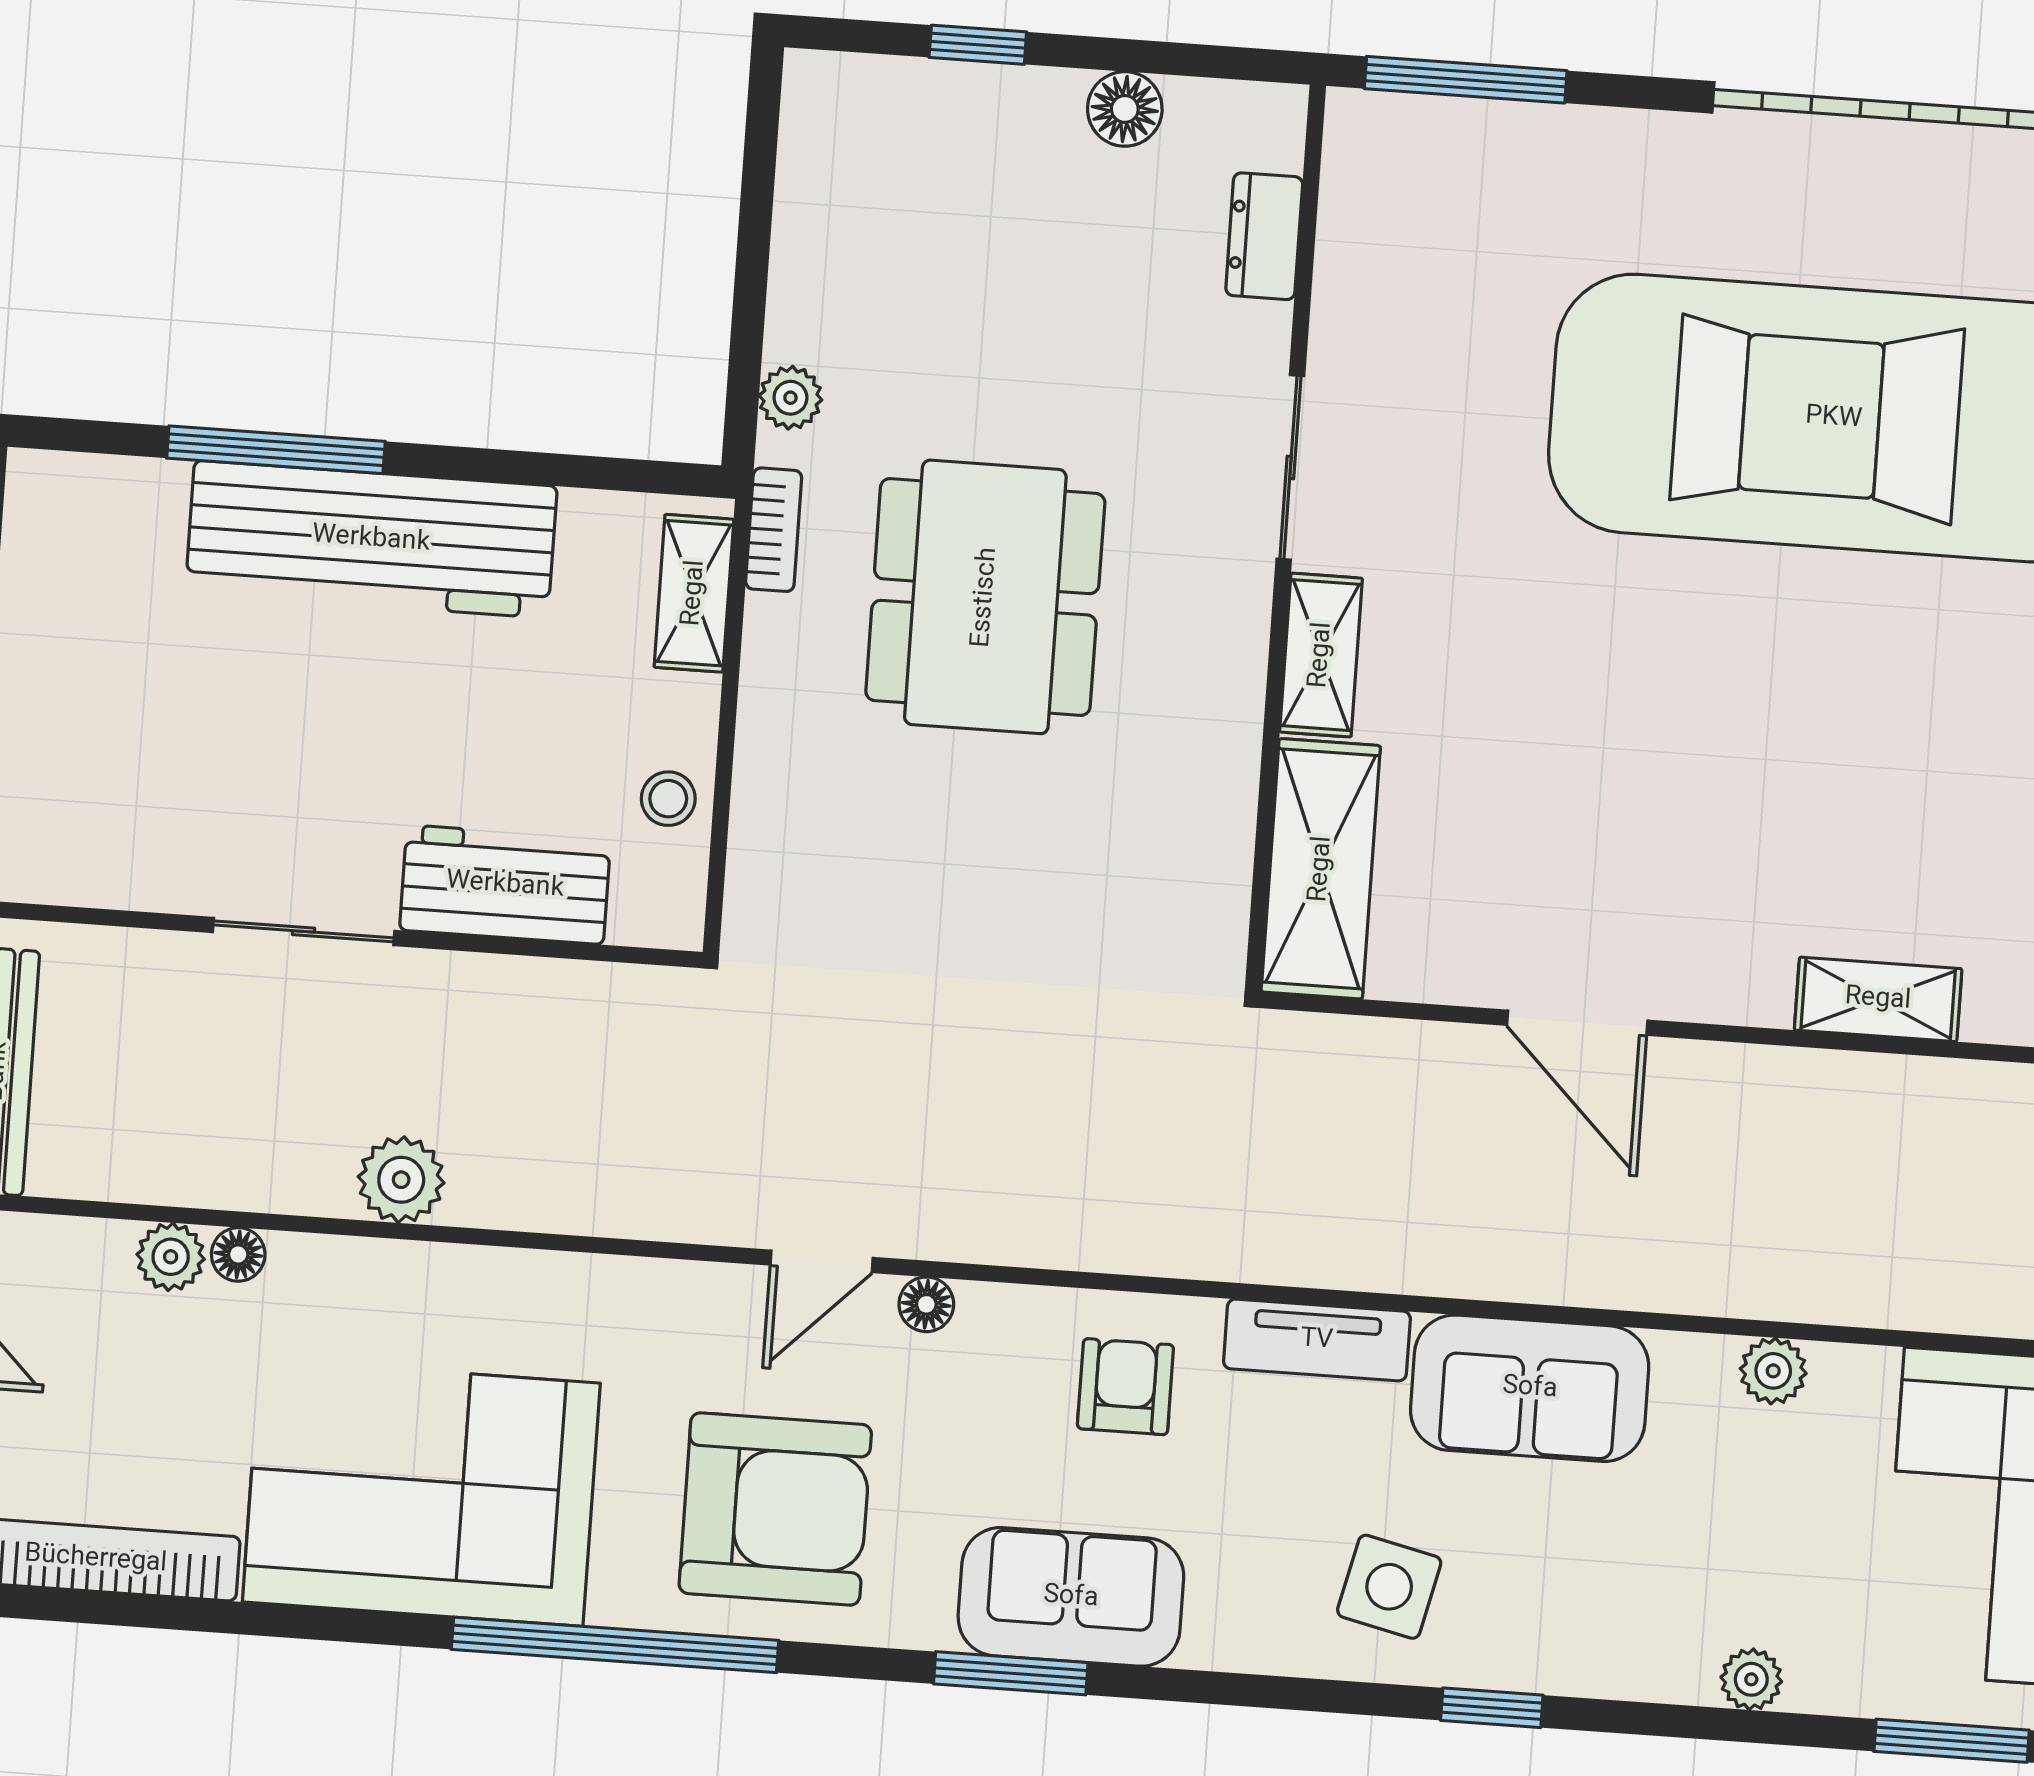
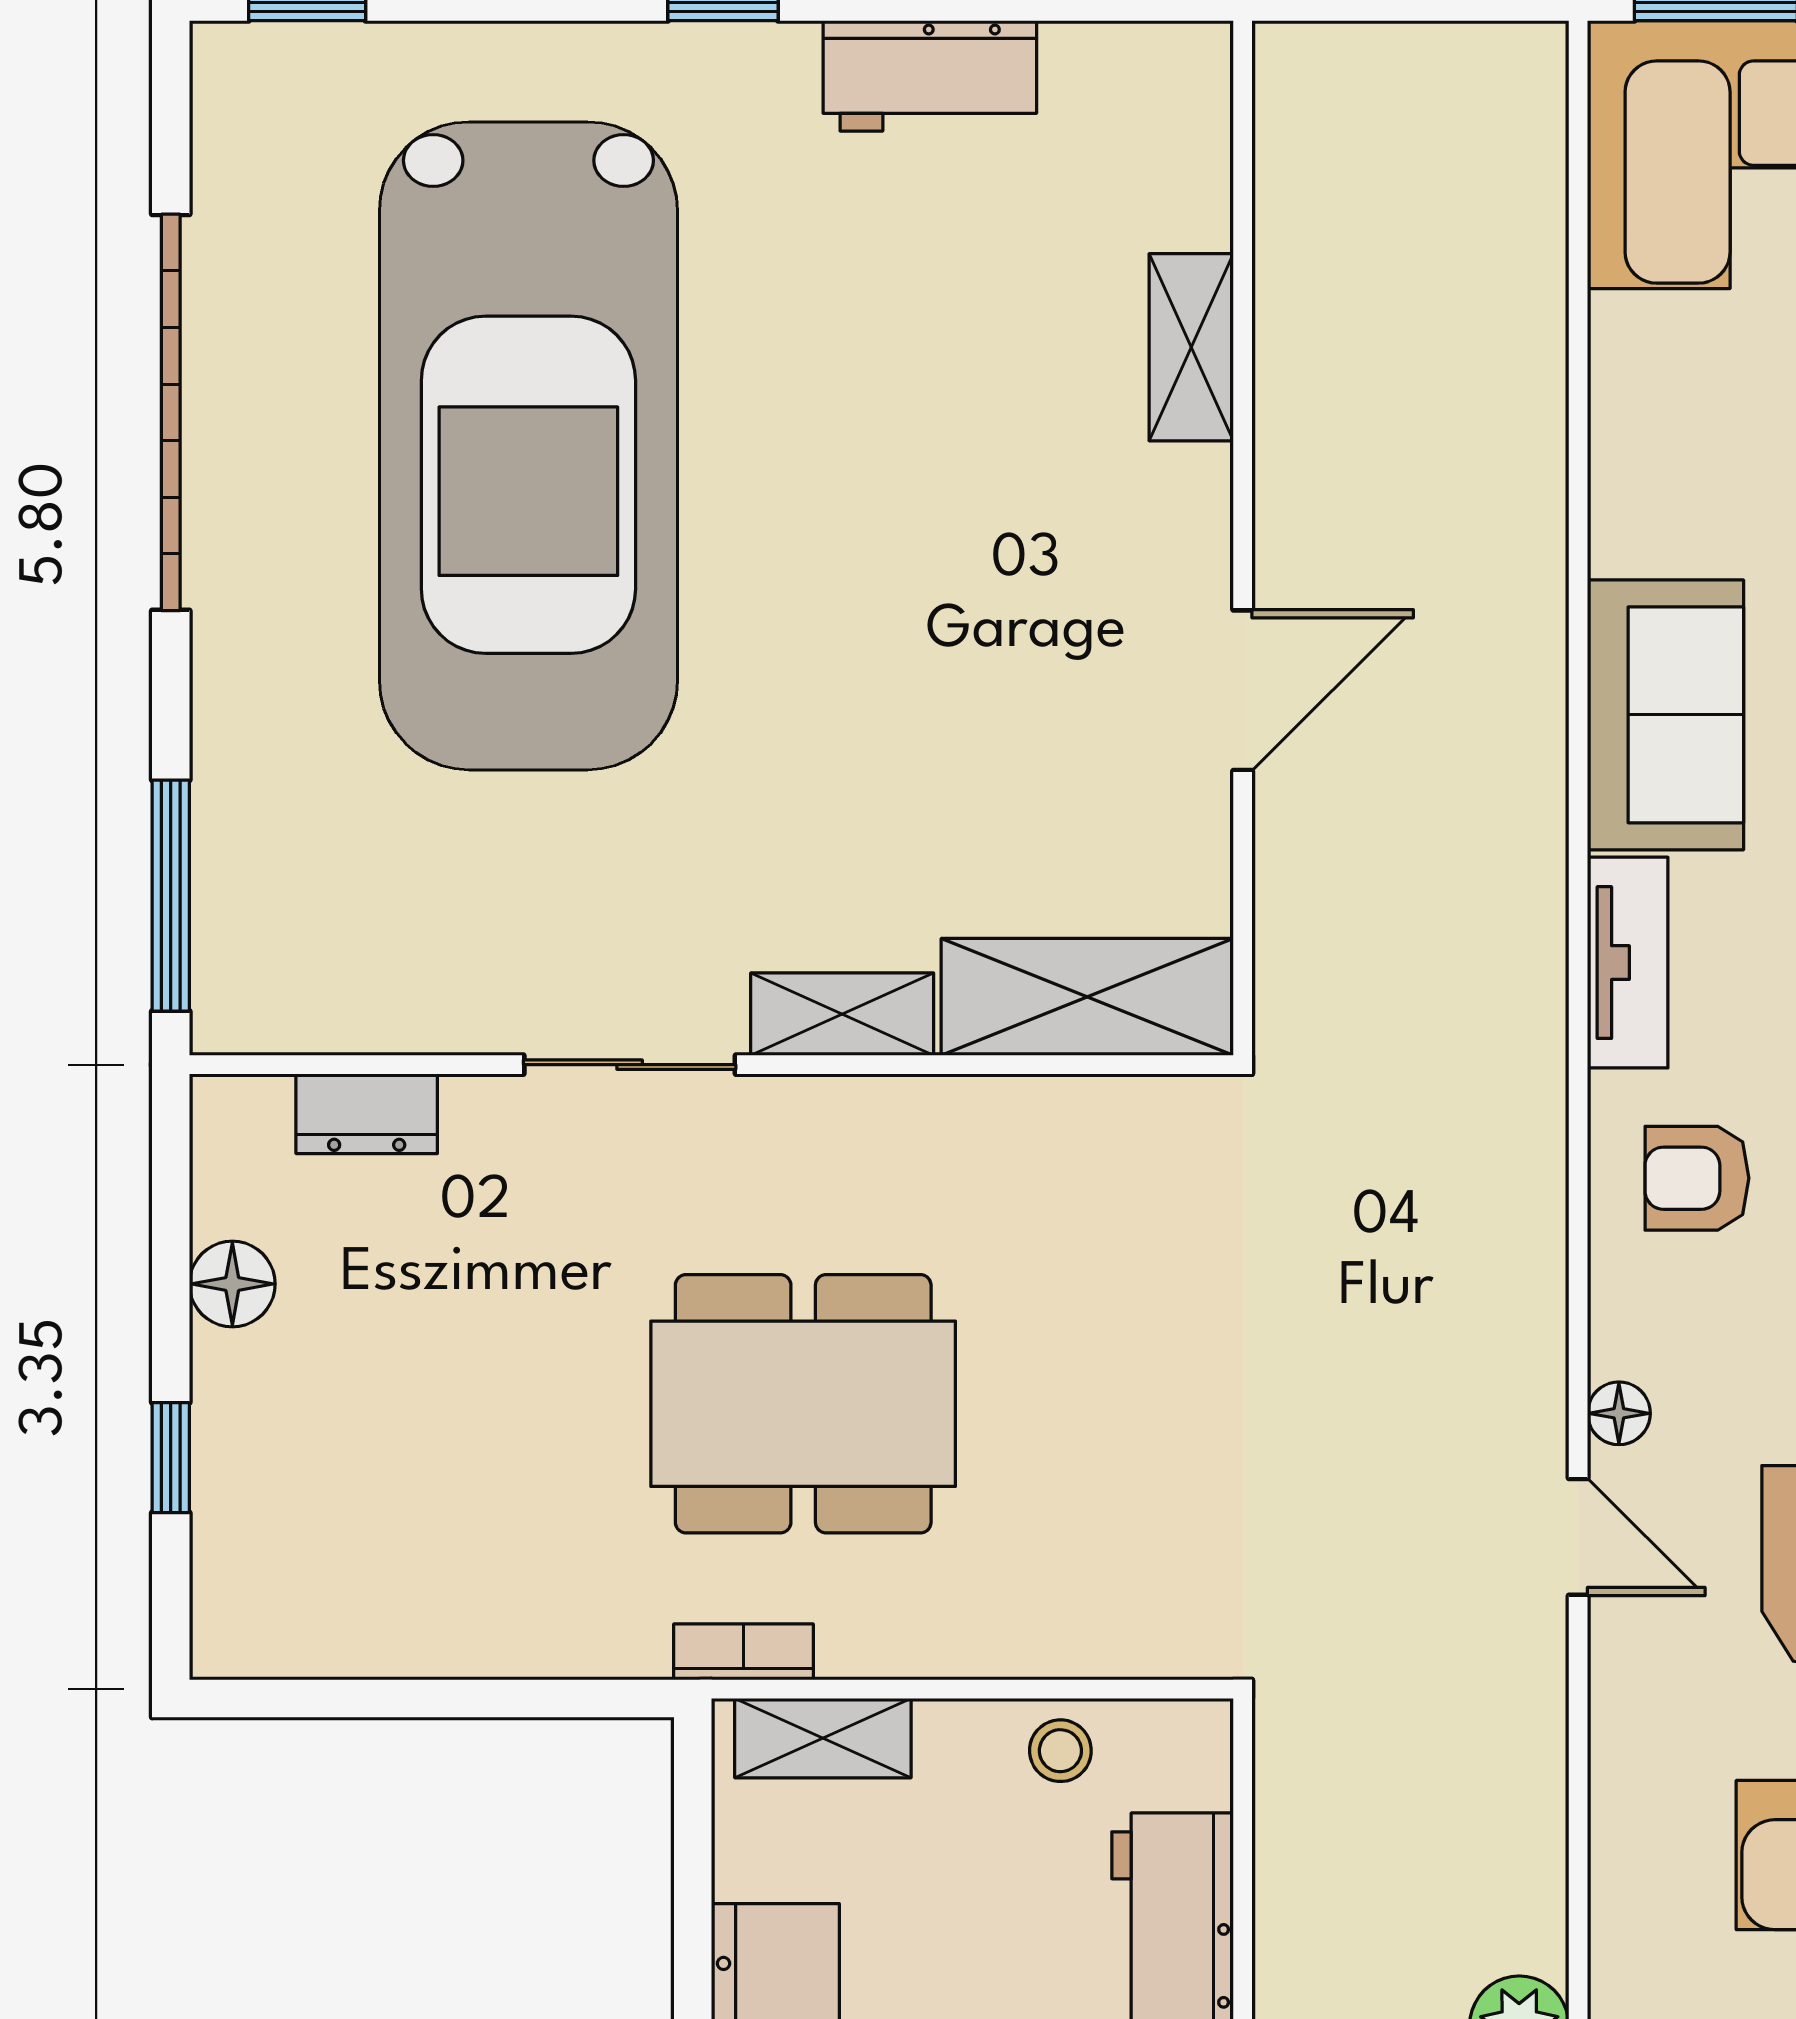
plant: (790, 398) -> (591, 1644), removed
plant: (1773, 1371) -> (1626, 437), removed

